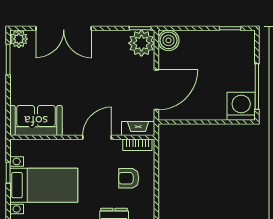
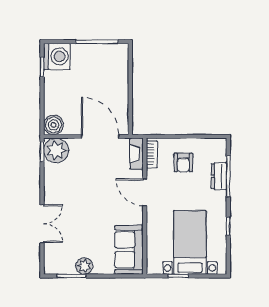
double door: (64, 28) -> (42, 224), width x0.73
plant: (19, 39) -> (84, 266), moved
washing machine: (241, 106) -> (57, 56), moved, turned 180

